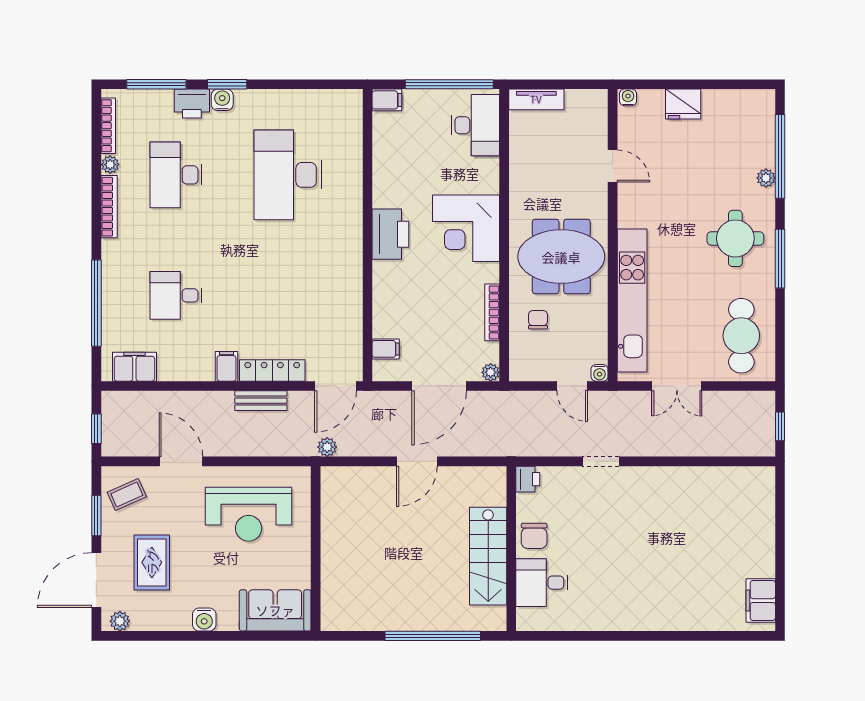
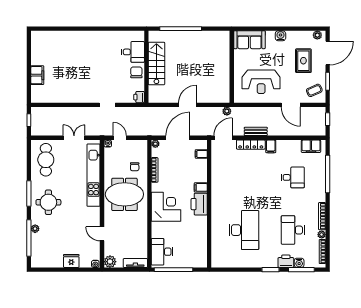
water cooler: (222, 100) -> (299, 263), moved
filing cabinet: (387, 100) -> (201, 187), moved
plant: (594, 103) -> (110, 262), added
desk: (176, 175) -> (293, 230), turned 180
reception desk: (249, 514) -> (261, 82), turned 180
filing cabinet: (761, 601) -> (37, 75), moved

